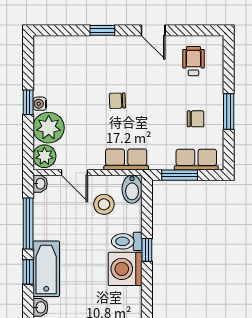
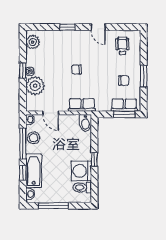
plant: (44, 156) -> (33, 42), moved
window: (180, 175) -> (124, 114), moved
stool: (104, 204) -> (34, 138), moved
toilet: (127, 241) -> (82, 188), moved

